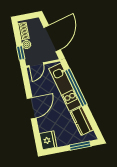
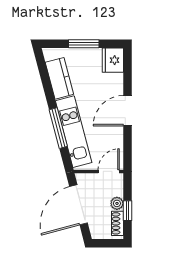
window: (21, 53) -> (128, 211), moved
window: (76, 87) -> (58, 128), width x0.68
window: (80, 146) -> (84, 44), moved

